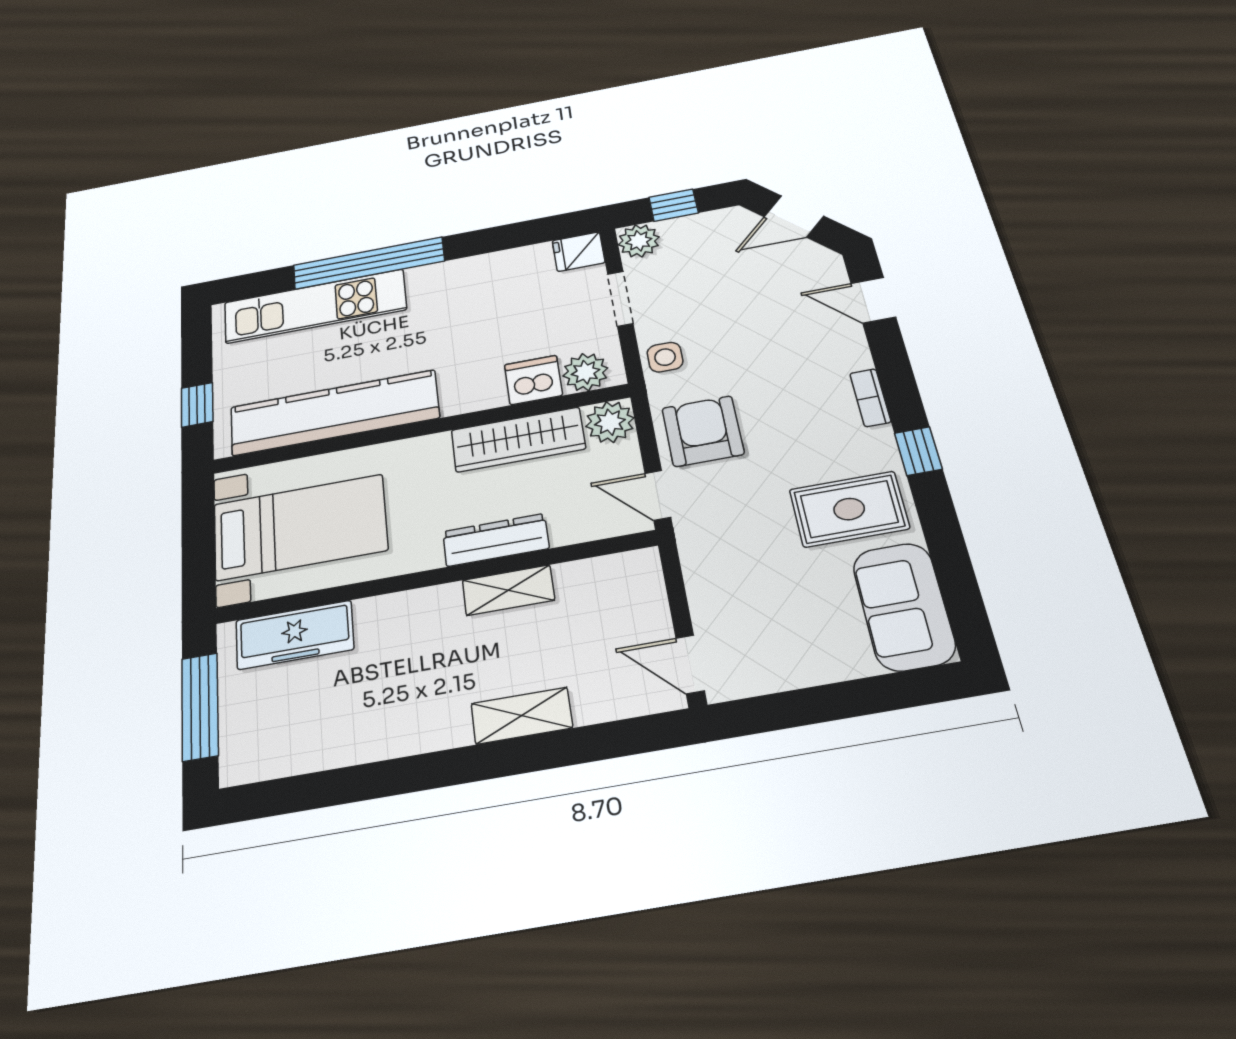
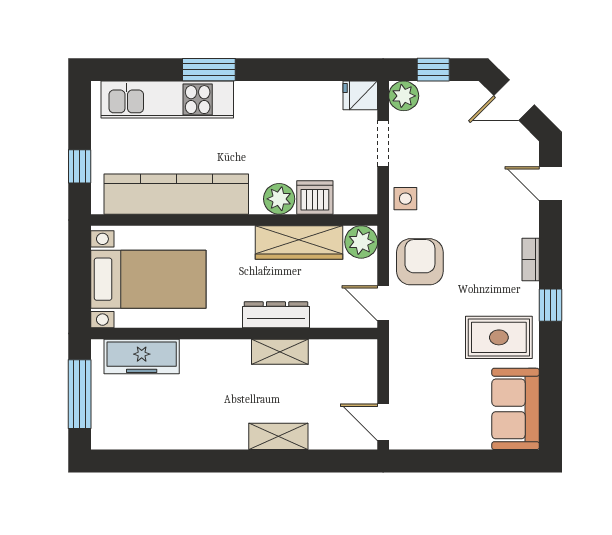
window: (369, 263) -> (209, 70), width x0.47
plant: (585, 372) -> (279, 199), moved

